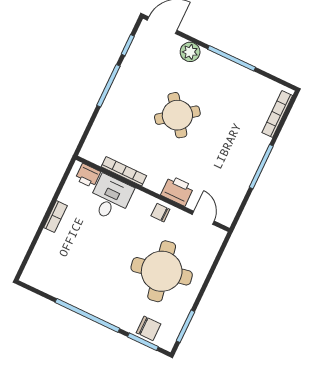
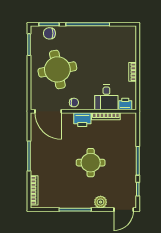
round table: (177, 115) -> (91, 163), turned 37
printer: (177, 191) -> (82, 120), moved
door: (203, 218) -> (48, 111), width x1.87

